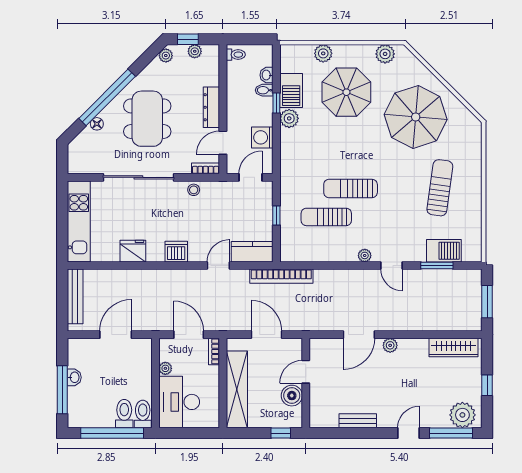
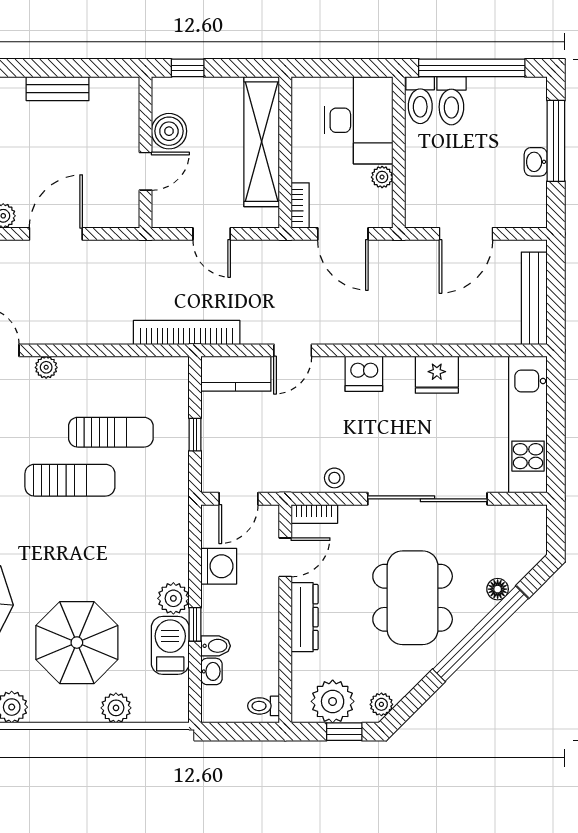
plant: (195, 51) -> (333, 701), width x1.88, depth x1.88
door: (266, 335) -> (212, 234), width x0.73

